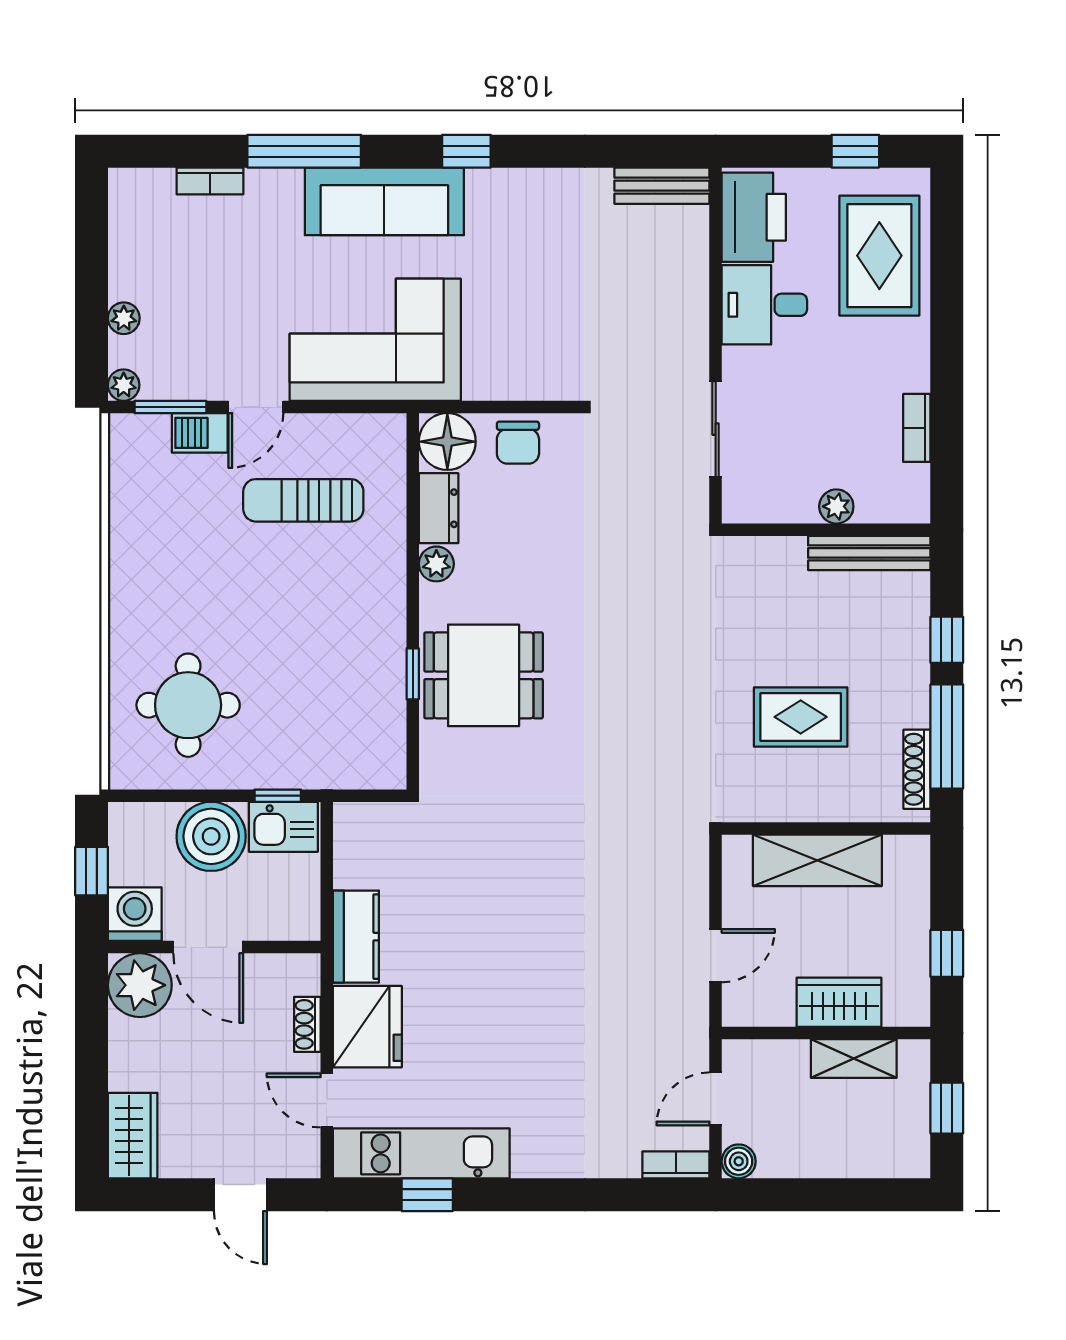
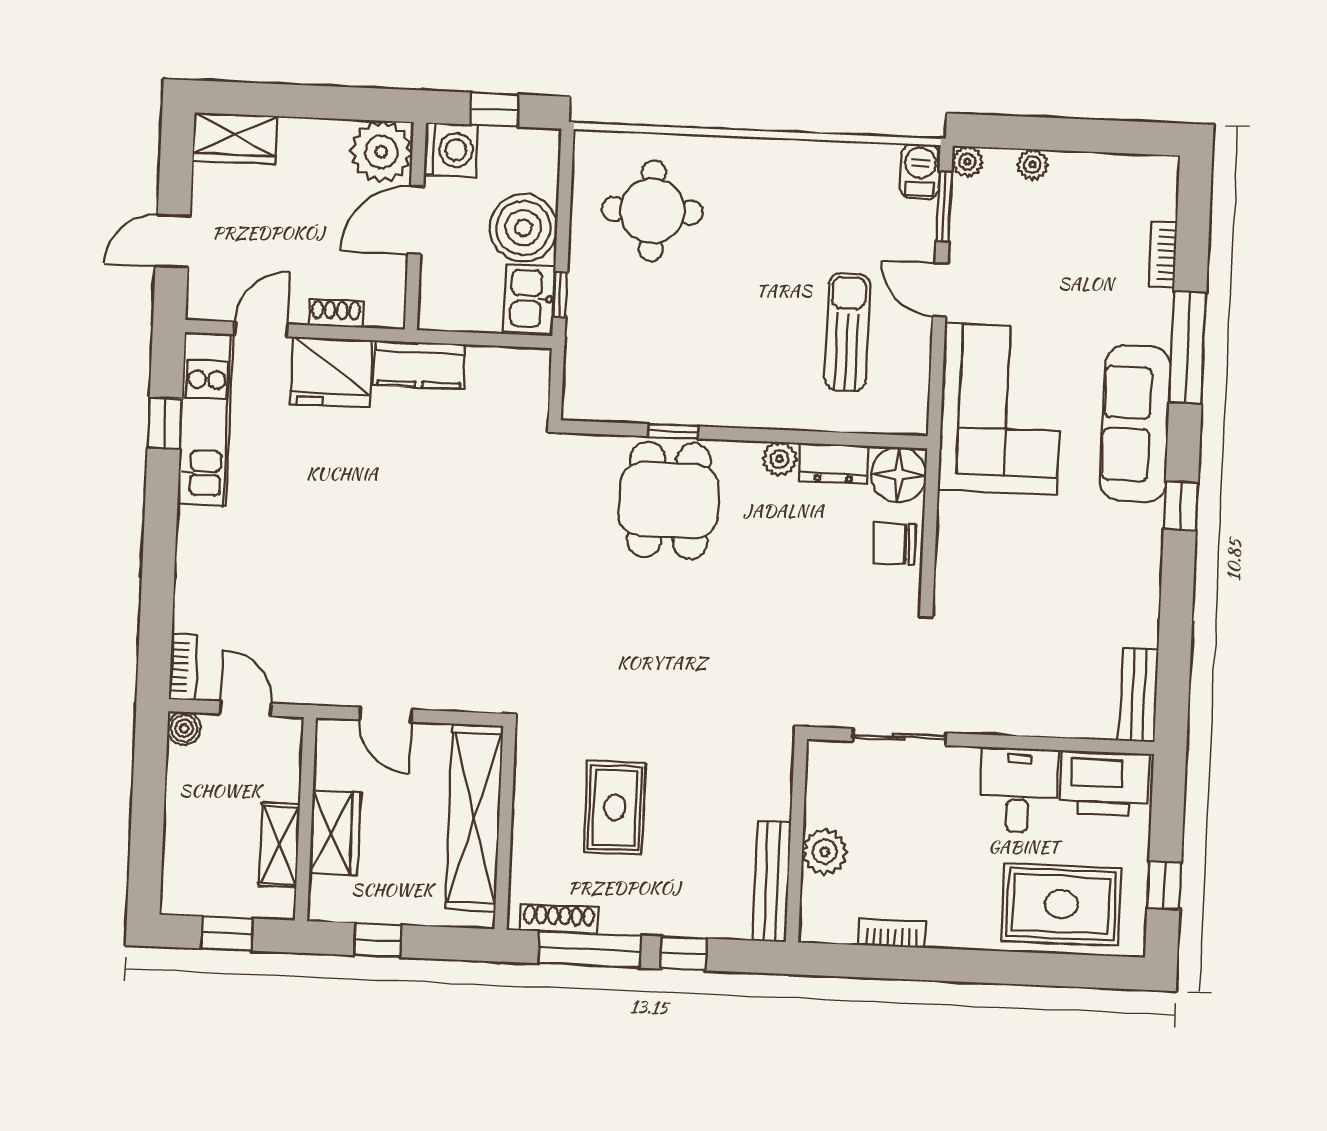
barbecue: (200, 433) -> (920, 171), moved
plant: (836, 506) -> (825, 852), width x1.38, depth x1.38
shelving: (817, 860) -> (474, 818), width x1.47

